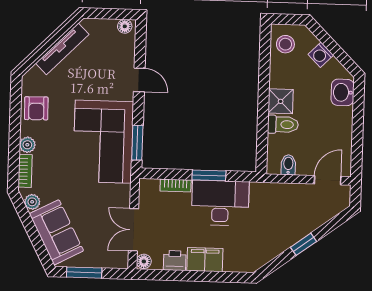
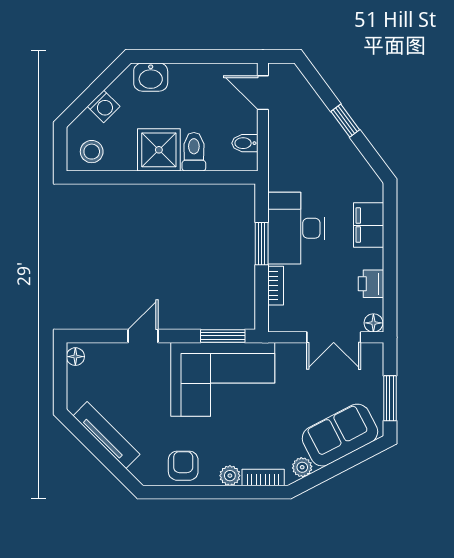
shower: (281, 101) -> (159, 150), width x1.36, depth x1.36
armchair: (36, 108) -> (183, 466), turned -89
filing cabinet: (205, 260) -> (369, 225), moved

